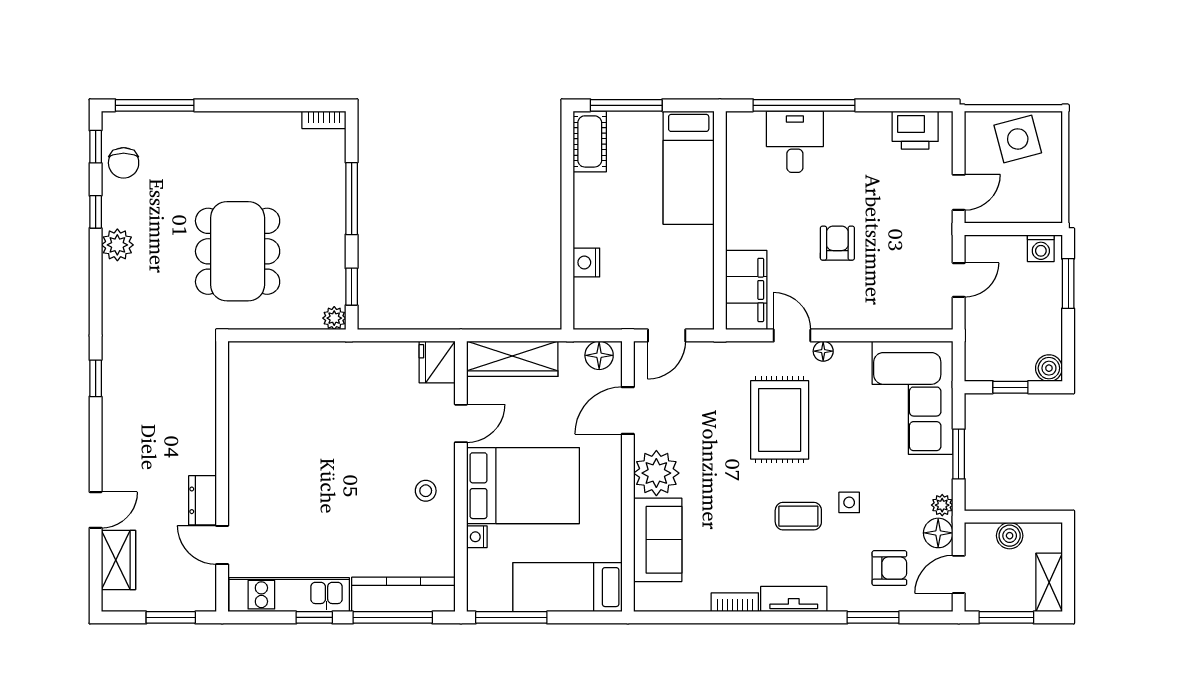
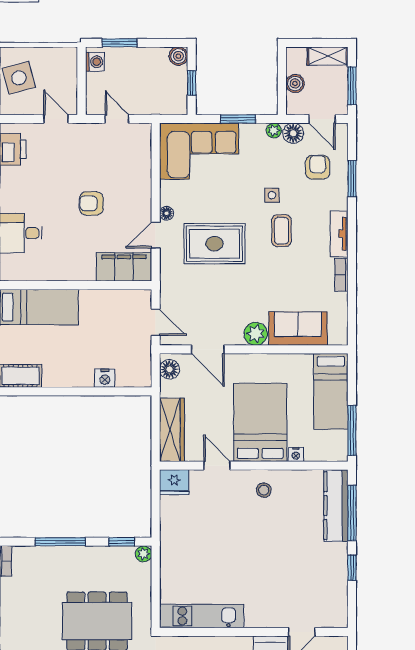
plant: (656, 473) -> (256, 334), width x0.73, depth x0.73
kitchen unit: (289, 595) -> (202, 616), moved, turned 90

